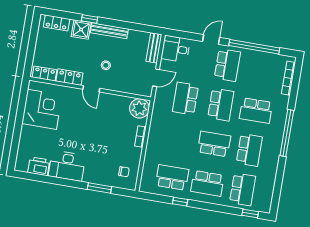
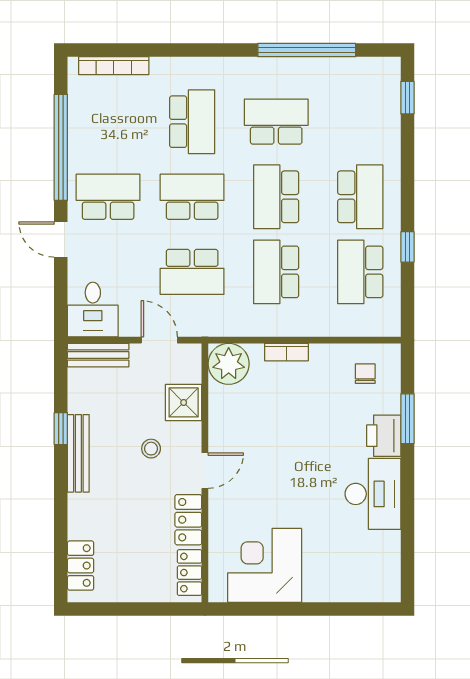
window: (90, 19) -> (61, 429), moved
shower: (81, 29) -> (184, 402), moved
window: (287, 133) -> (307, 50), moved
printer: (39, 166) -> (384, 436), moved
school desk: (243, 189) -> (276, 272), moved, turned -90

